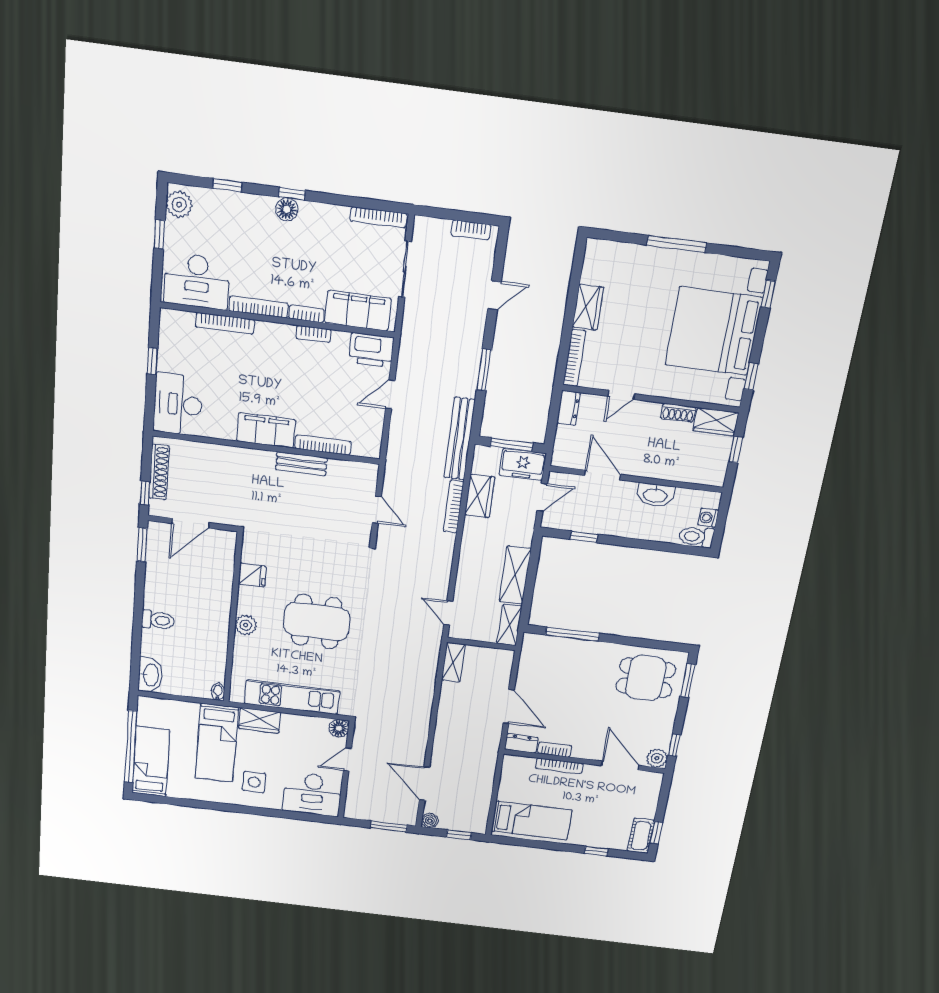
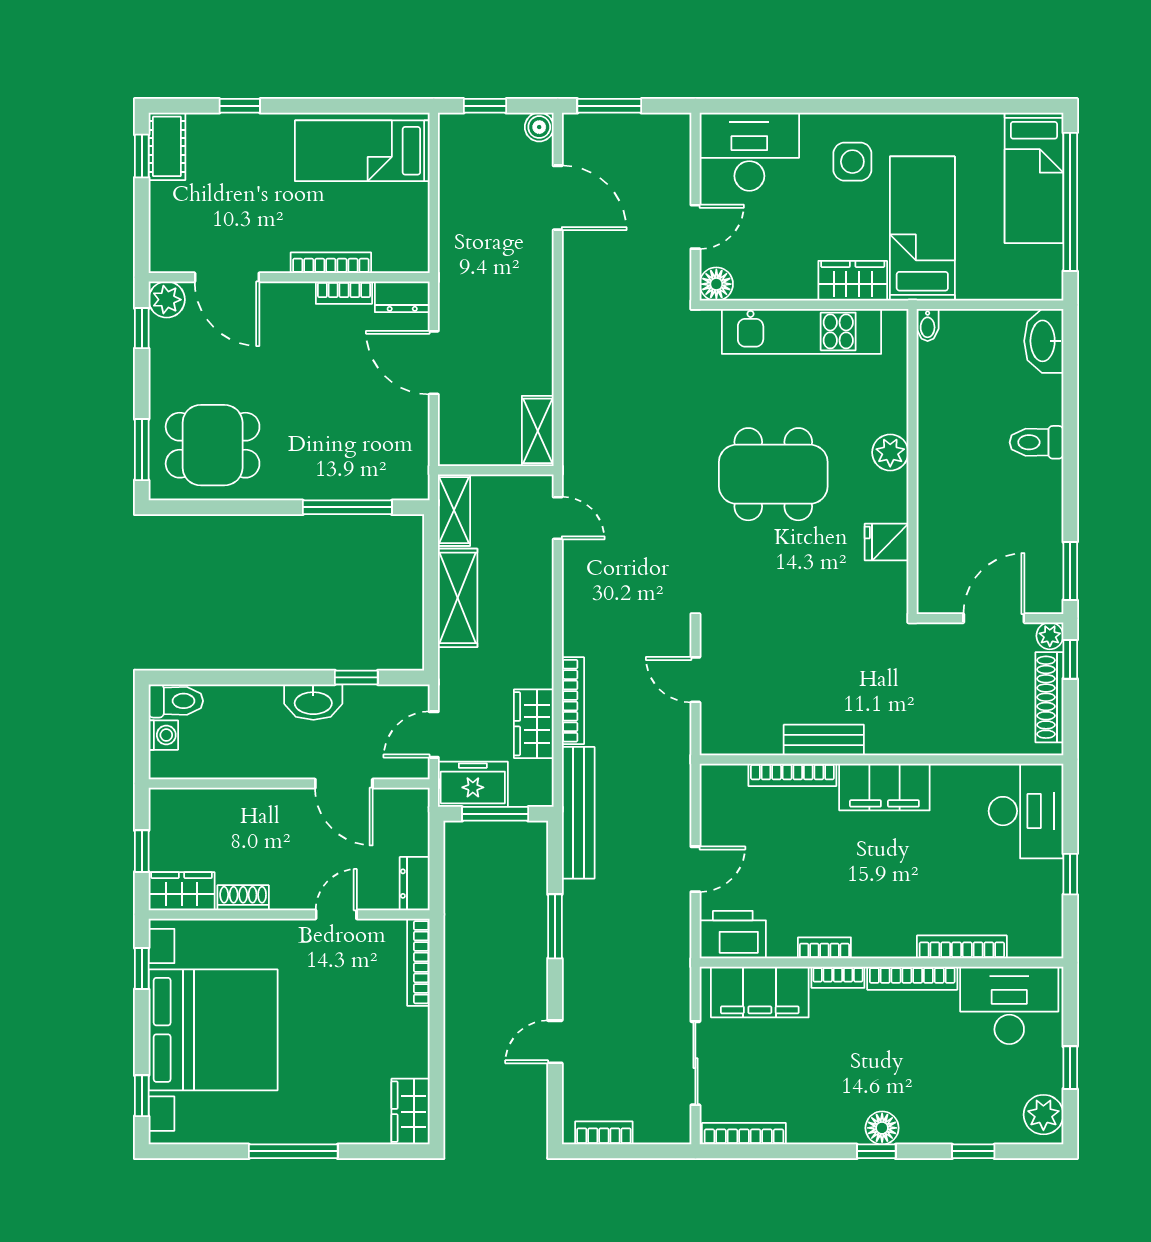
wardrobe: (588, 307) -> (411, 1112), moved
washbasin: (655, 495) -> (313, 702), moved, turned 180
plant: (157, 508) -> (1050, 636), added

